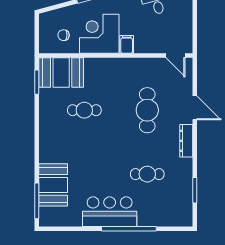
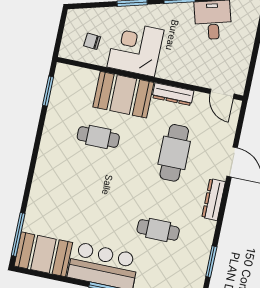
filing cabinet: (127, 44) -> (166, 68), removed
dresser: (137, 64) -> (173, 94), added
booth: (61, 72) -> (123, 95), moved
booth: (53, 185) -> (43, 254), moved, turned 90

